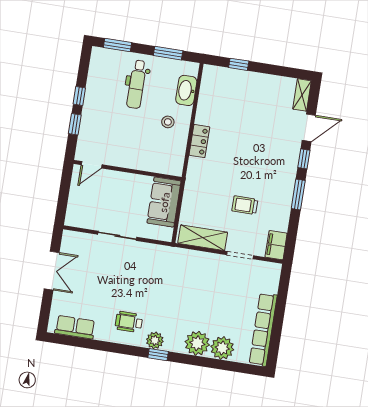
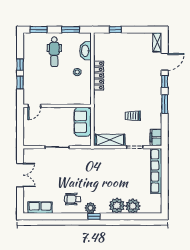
locker: (199, 141) -> (99, 75), width x1.53
row of seats: (263, 330) -> (156, 171), moved

